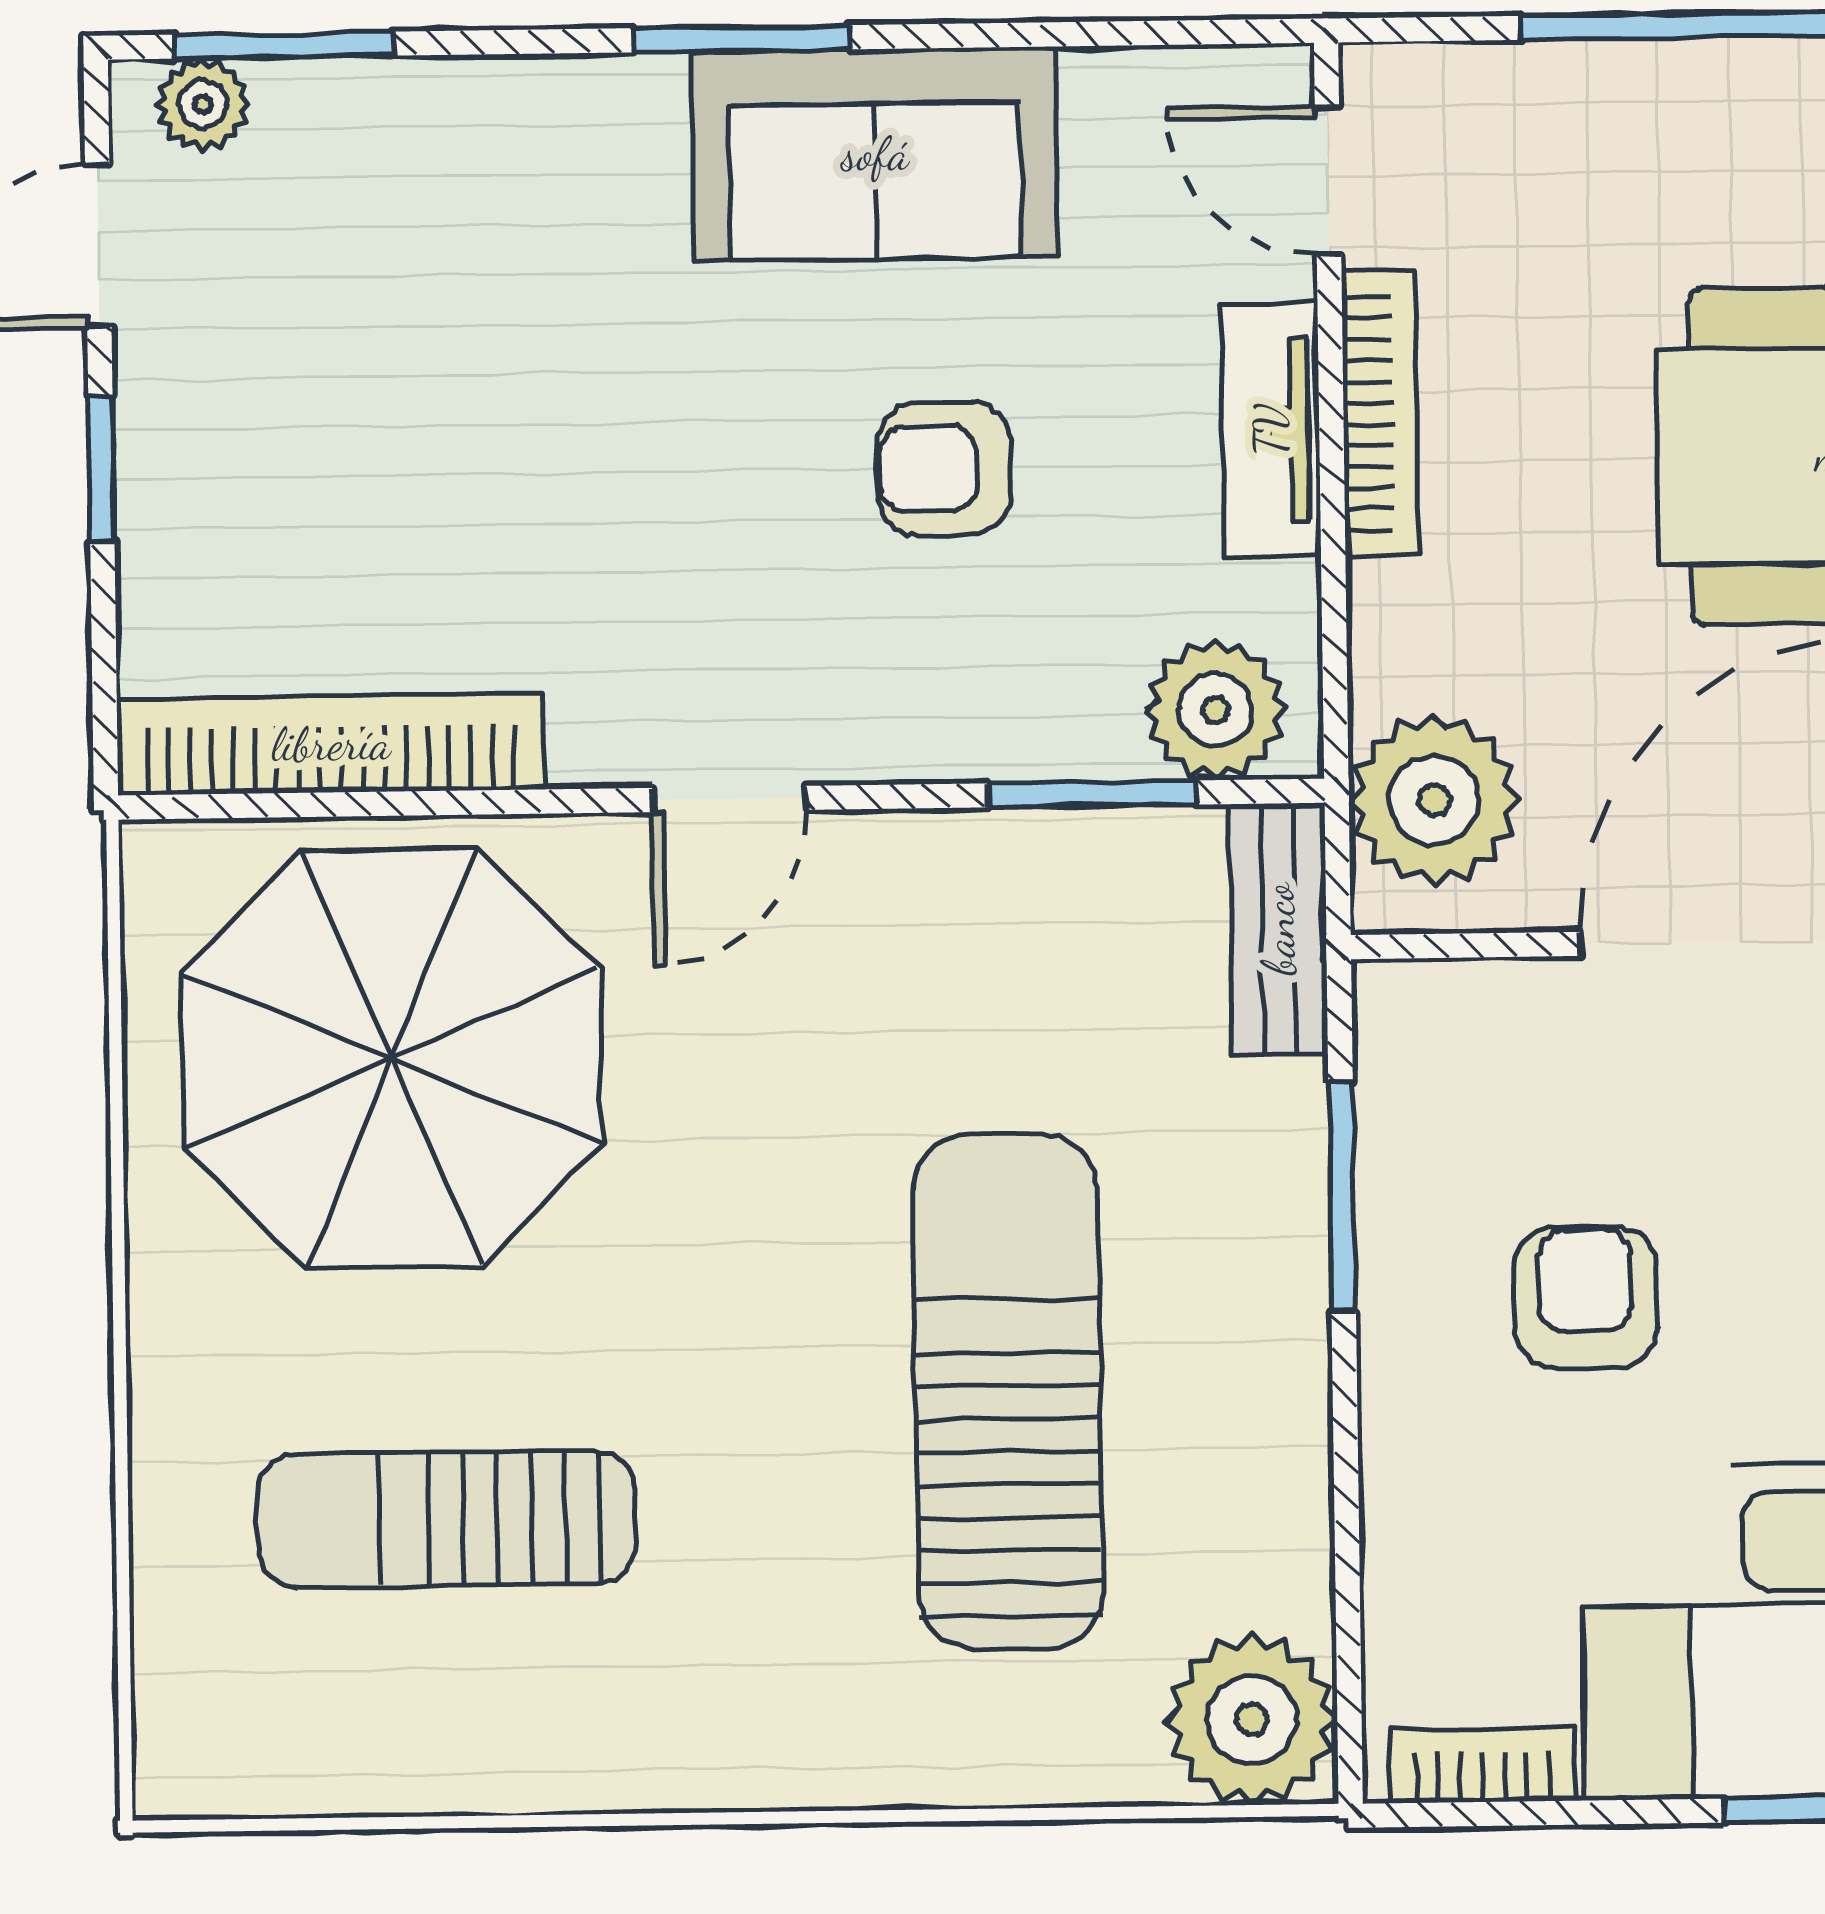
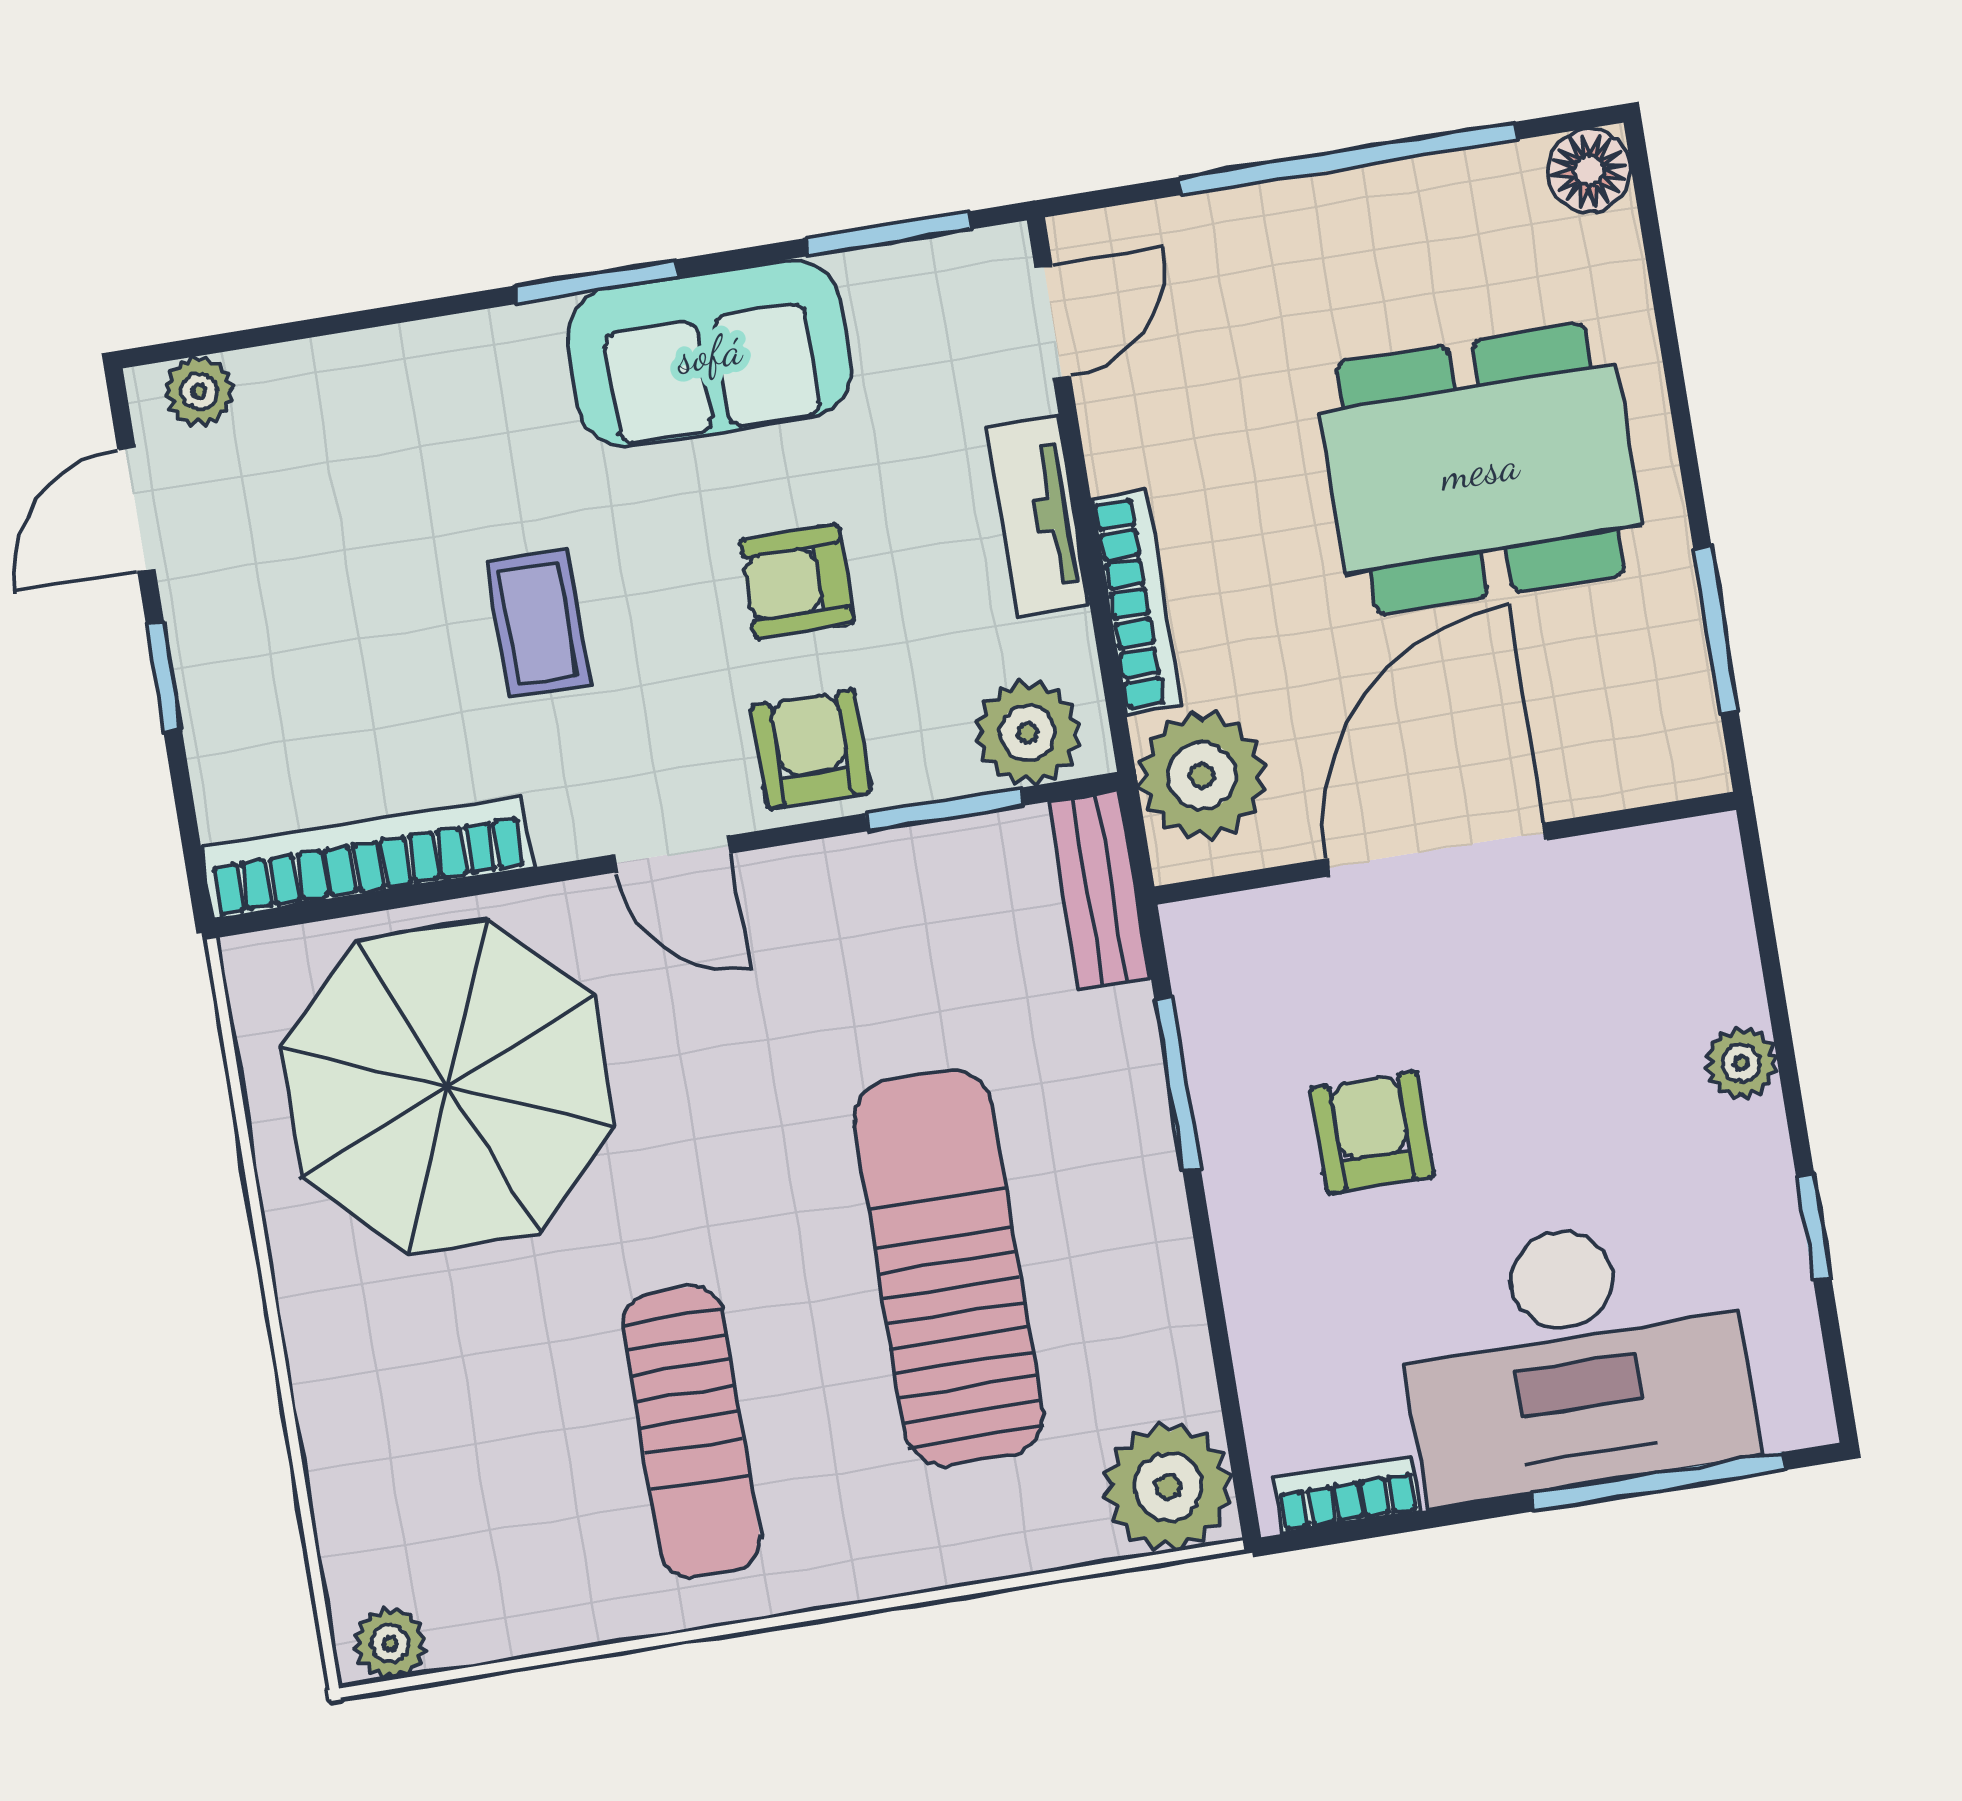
window: (284, 45) -> (888, 234), moved
door: (1328, 180) -> (1053, 322), swing flipped
bookcase: (1380, 413) -> (1136, 603), moved
coffee table: (599, 473) -> (538, 623), added
armchair: (930, 689) -> (811, 749), added
door: (729, 799) -> (672, 854), hinge flipped
sun lounger: (447, 1519) -> (692, 1432), moved, turned -90
plant: (208, 1772) -> (390, 1643), added

